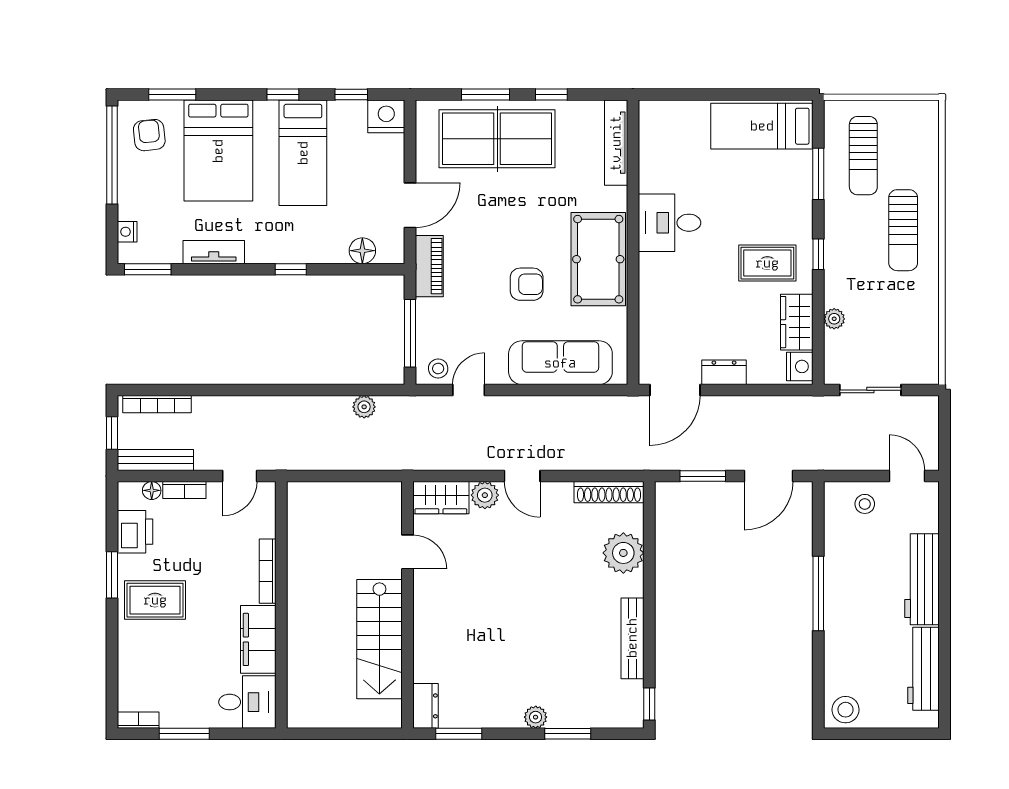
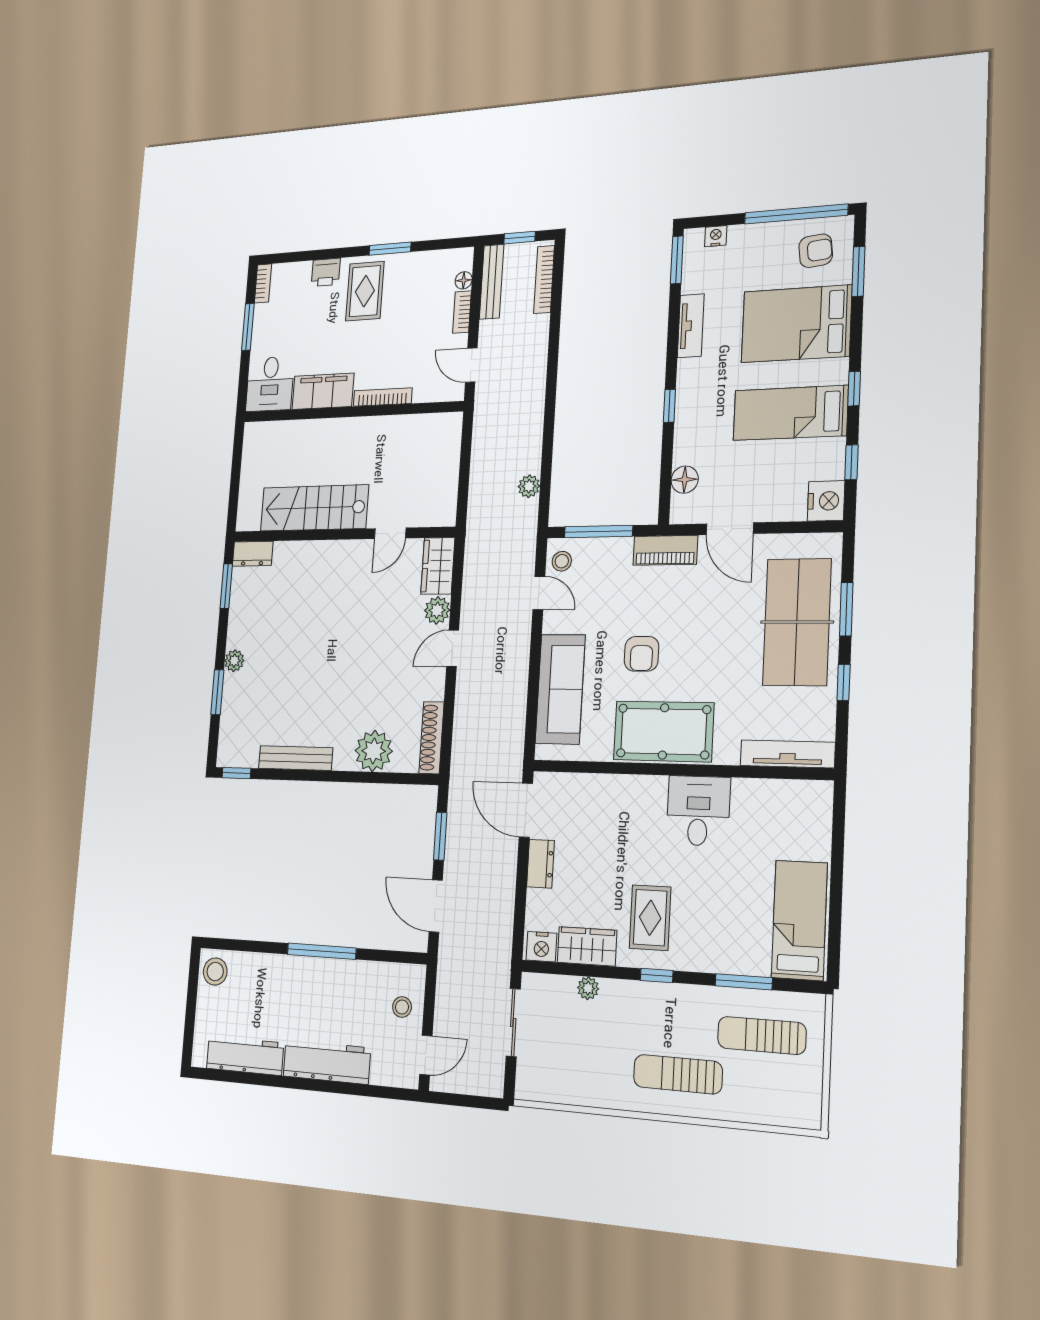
printer: (135, 532) -> (326, 272), moved, width x0.73, depth x0.81

